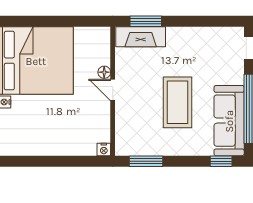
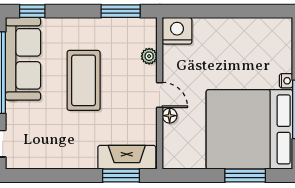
window: (40, 21) -> (245, 176), added
plant: (122, 123) -> (149, 56), added
nightstand: (104, 150) -> (177, 31), width x1.89, depth x1.79

